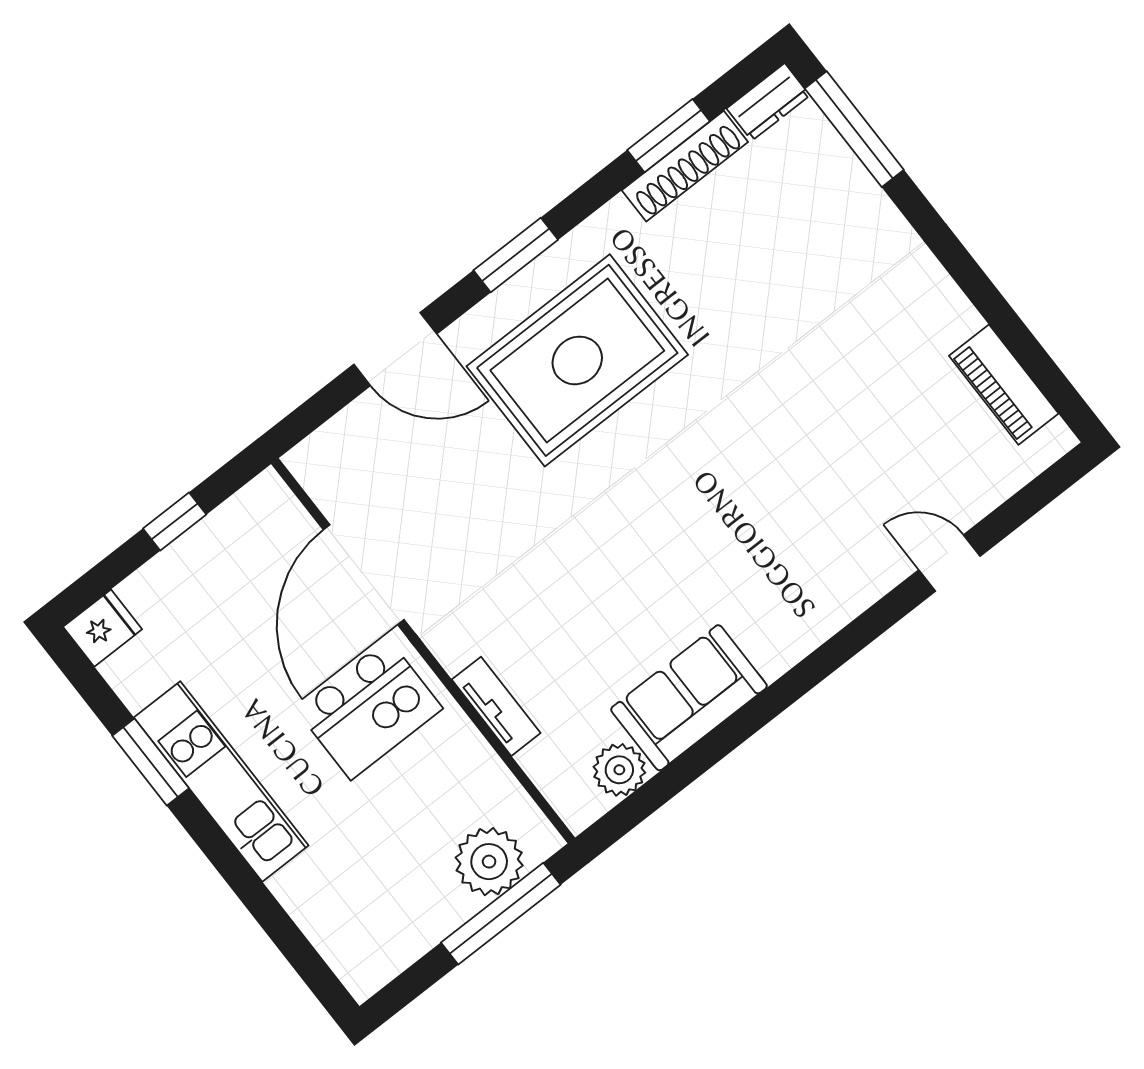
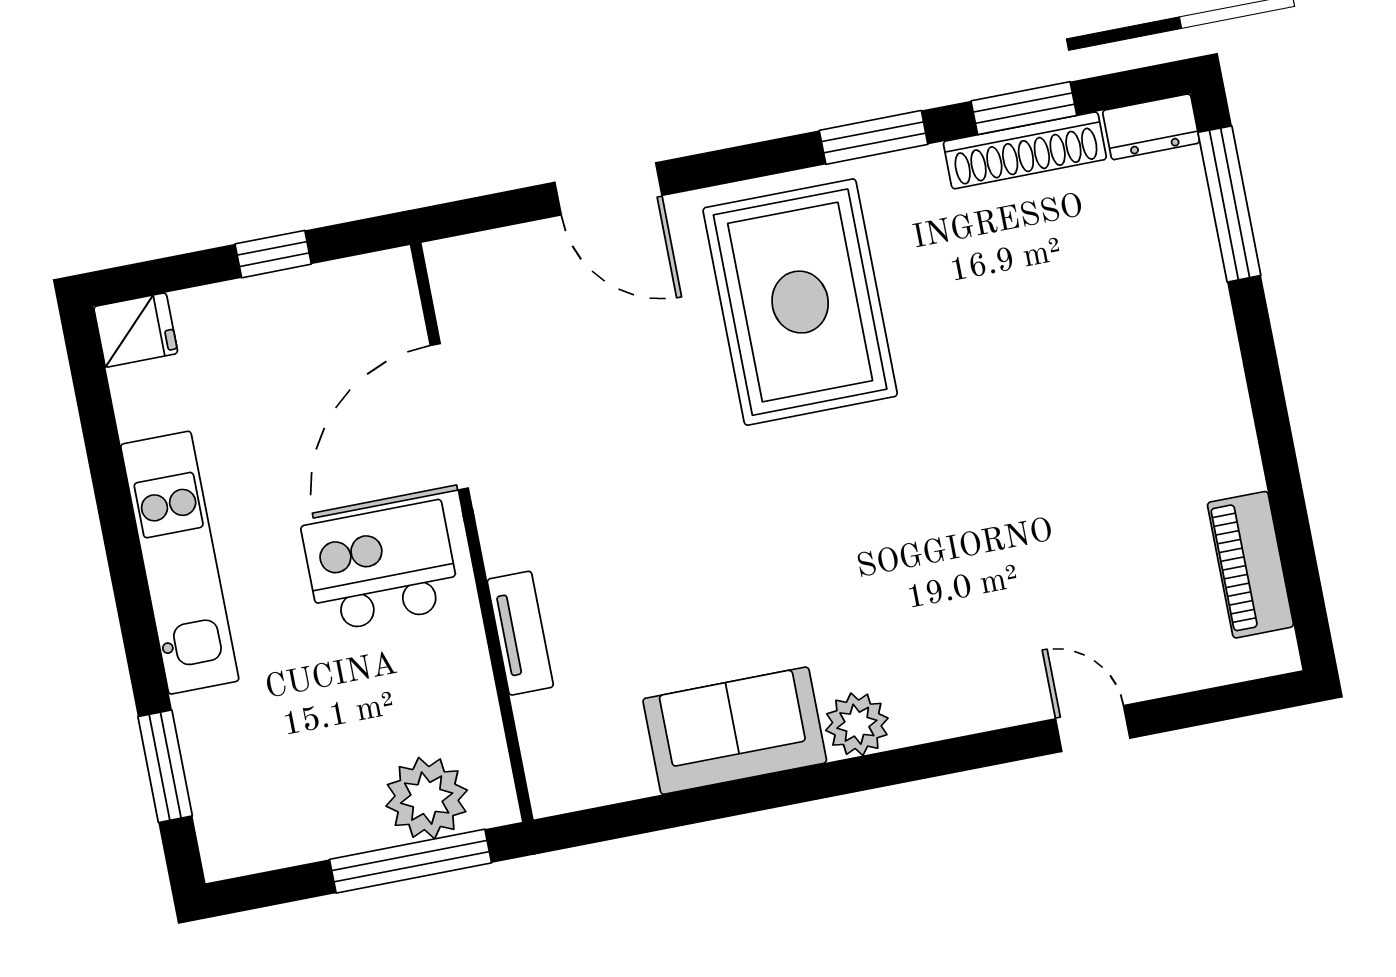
window: (516, 255) -> (874, 137), moved
rug: (577, 360) -> (800, 302), turned 90
kitchen island: (370, 709) -> (381, 566), turned 180
window: (151, 762) -> (165, 766), moved
plant: (619, 770) -> (857, 724), moved

